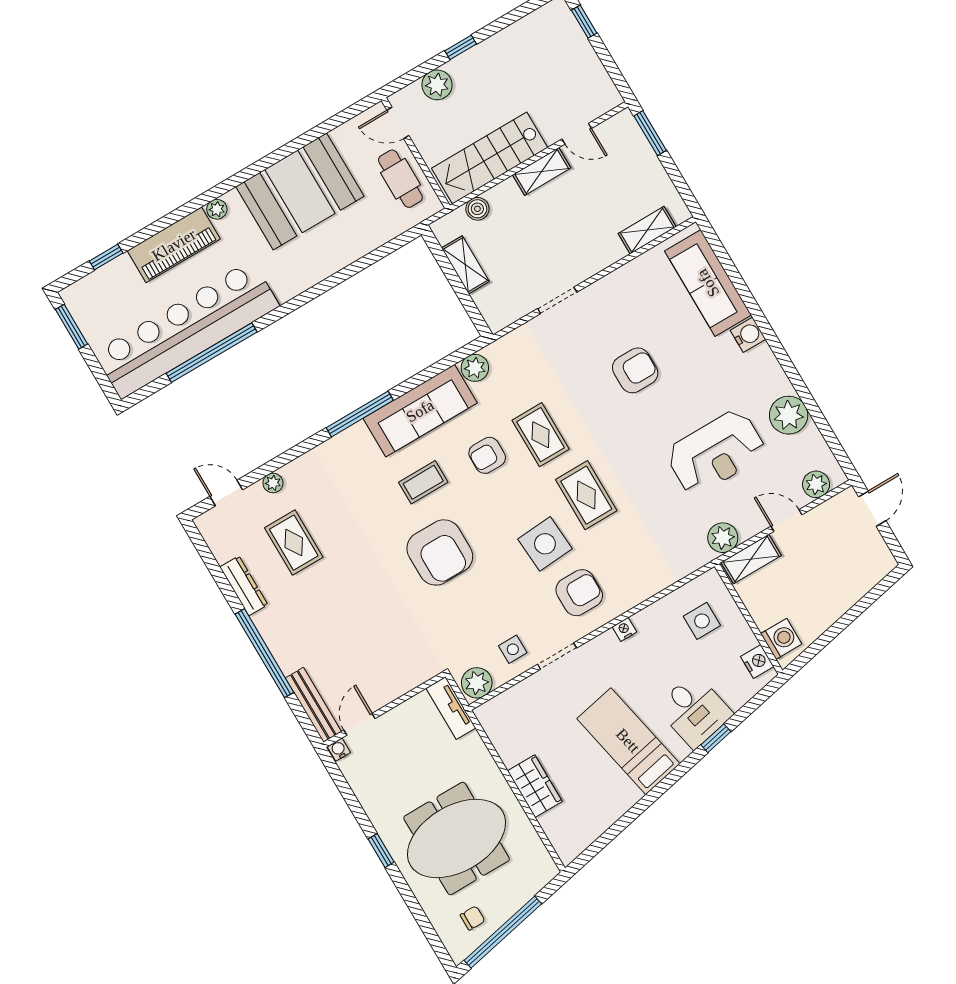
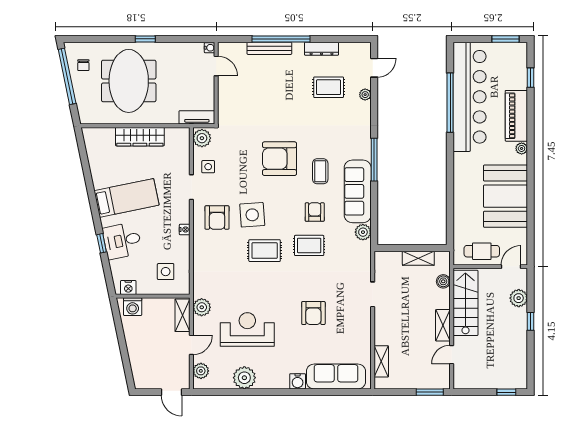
reception desk: (716, 452) -> (247, 329), turned 90
bench: (313, 705) -> (269, 48), moved
wardrobe: (535, 786) -> (140, 137), width x1.50

